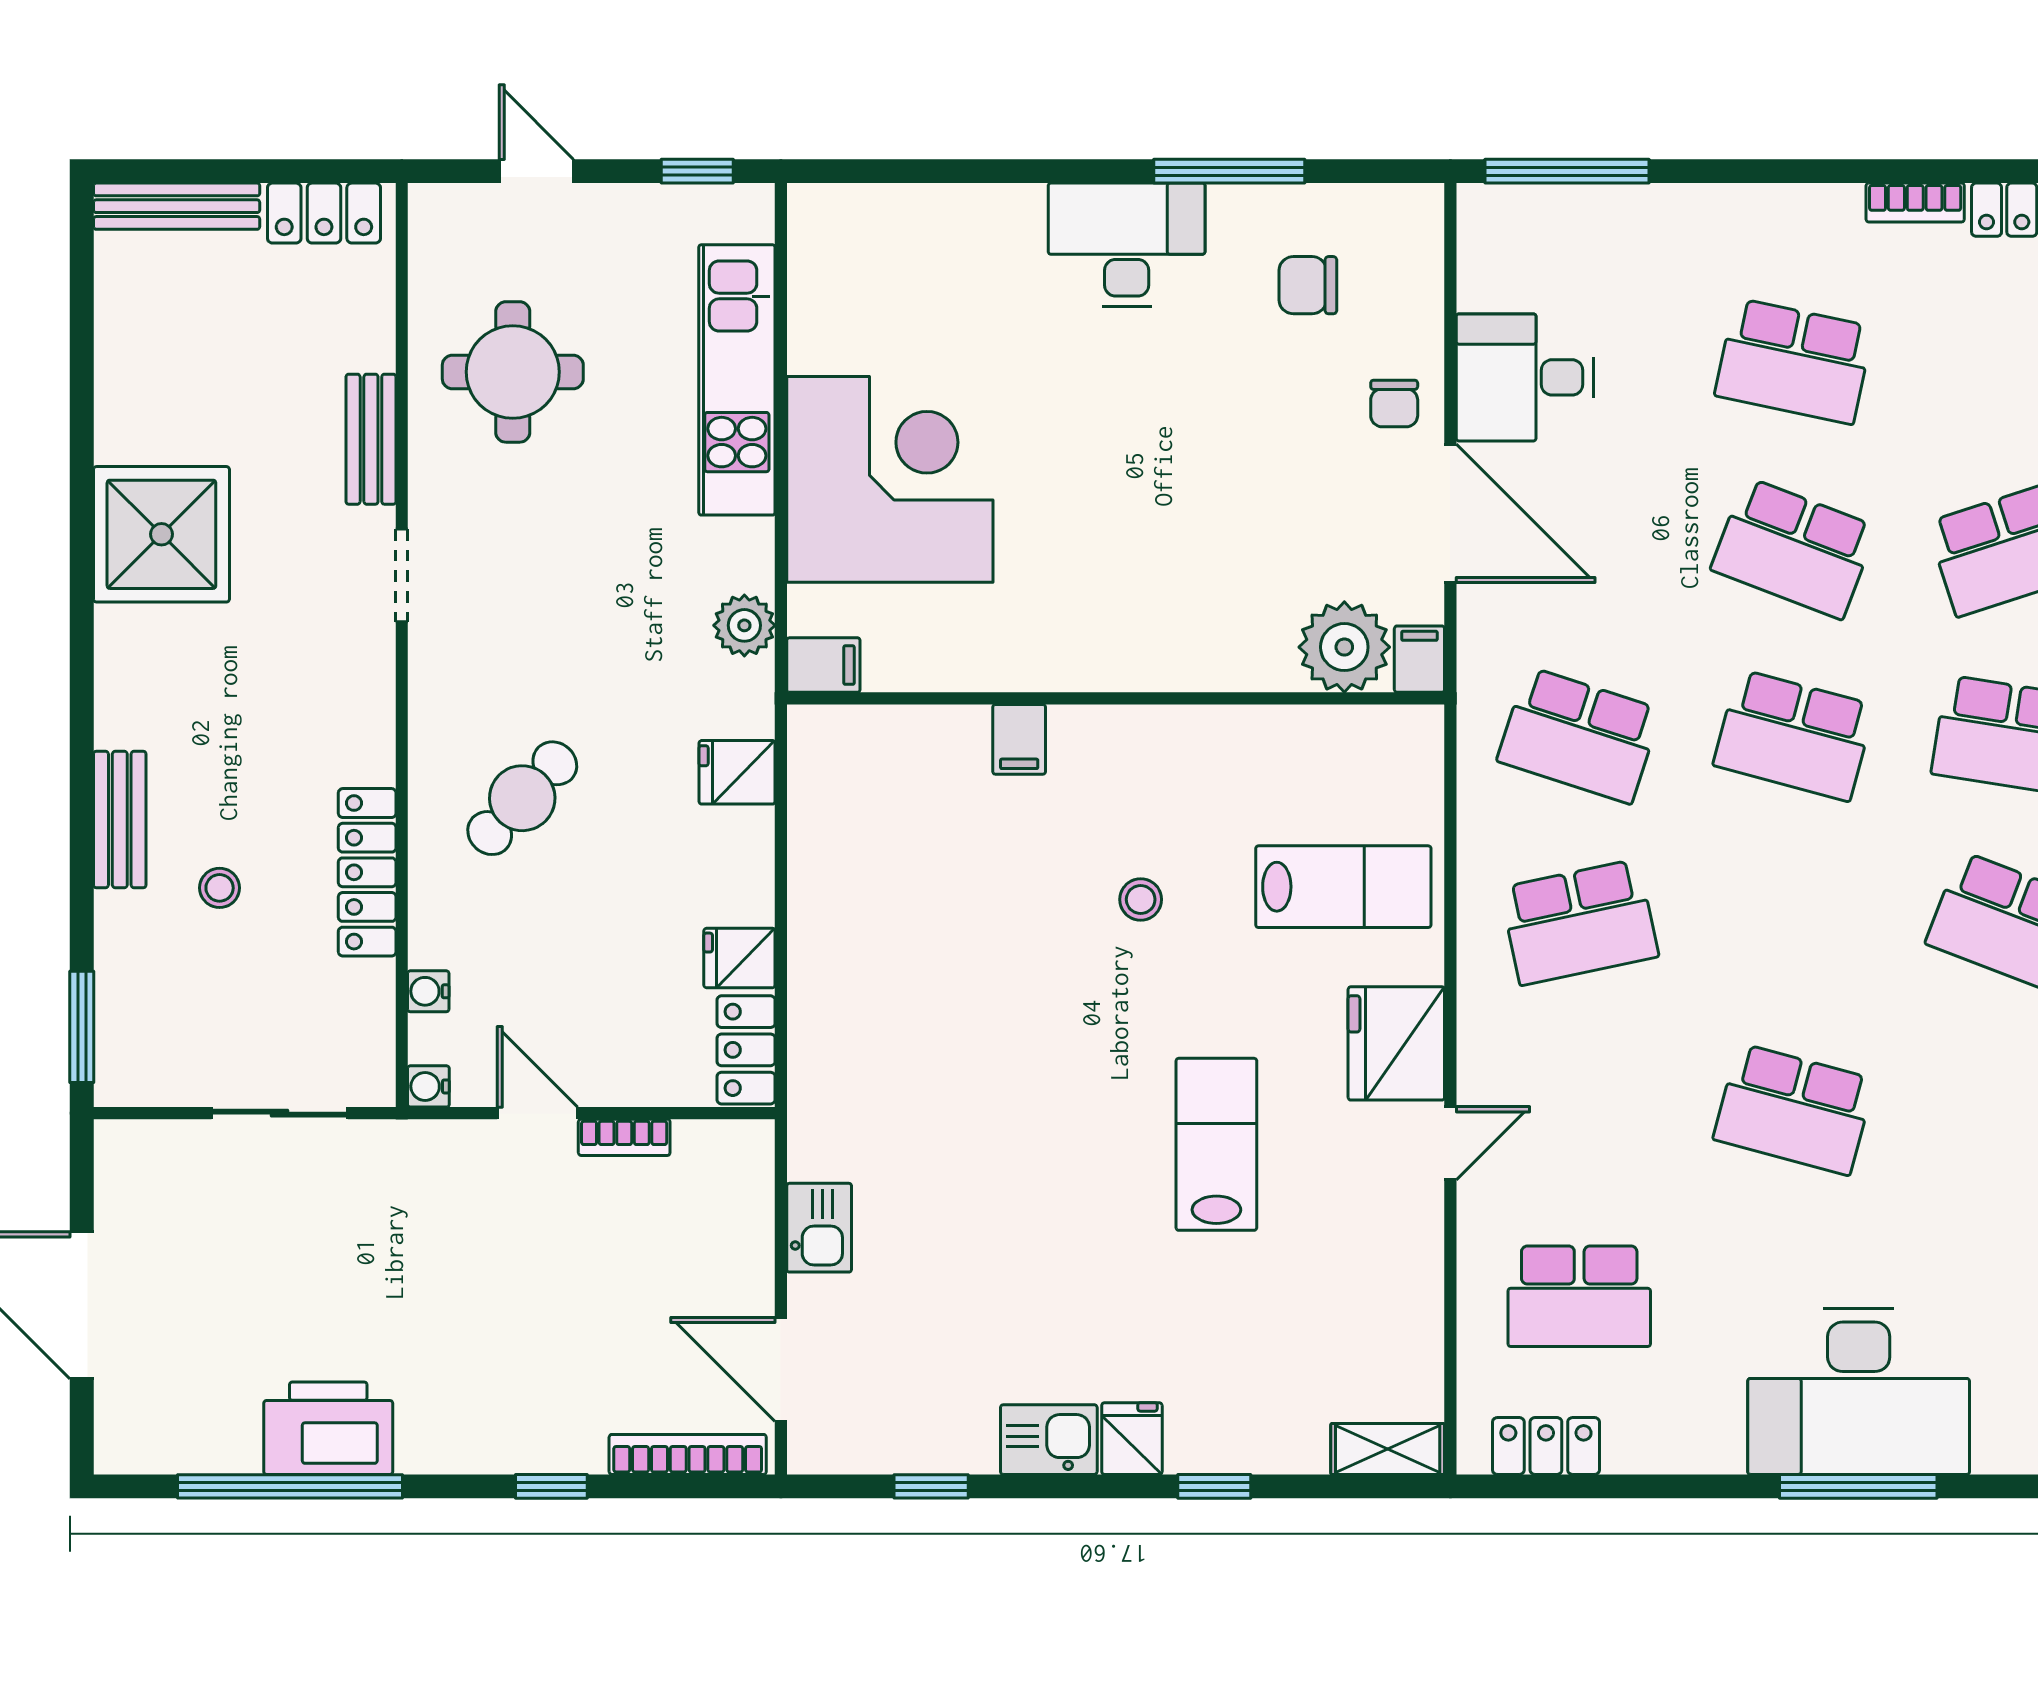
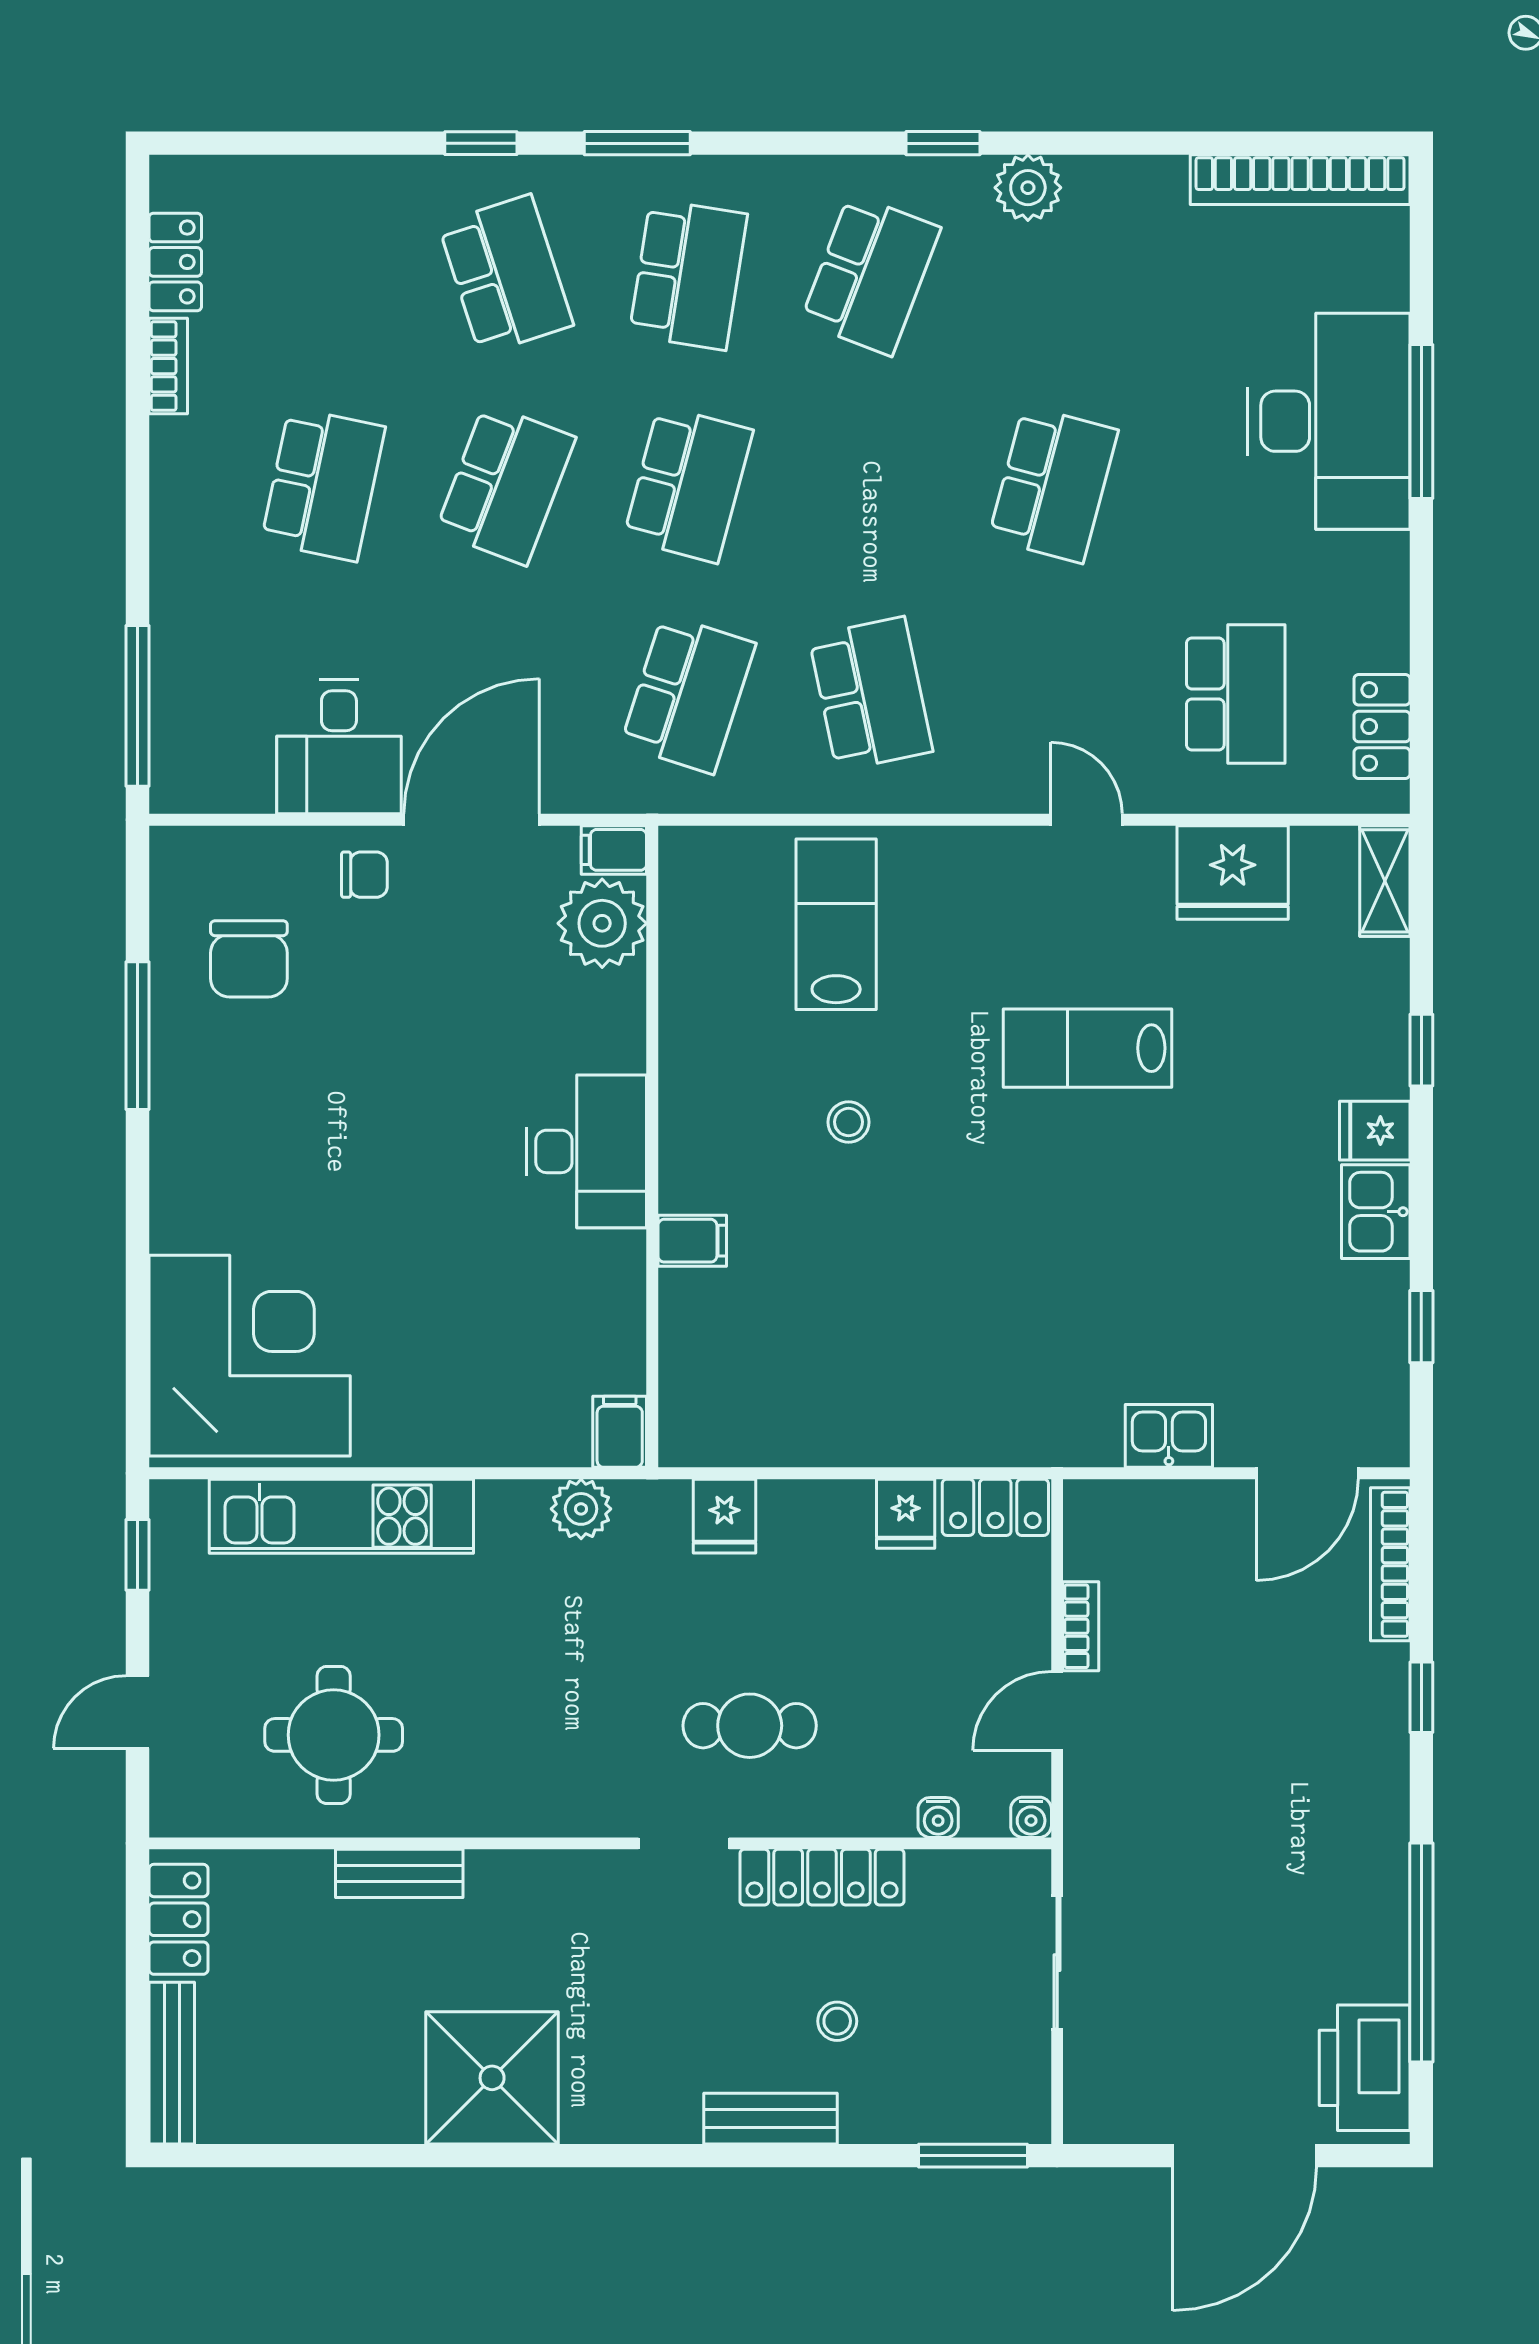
desk: (1127, 245) -> (586, 1151), moved, turned 180
chair: (1308, 285) -> (249, 959), width x1.37, depth x1.37
corner desk: (890, 479) -> (250, 1356), moved, turned 90
doorway: (402, 575) -> (684, 1843), moved
cafe table: (522, 798) -> (750, 1726), turned -43
fridge: (1396, 1043) -> (1233, 872), moved
printer: (328, 1428) -> (1365, 2068), moved

